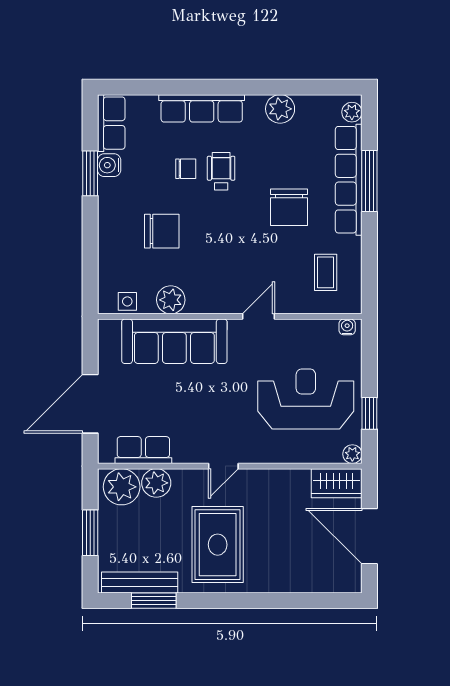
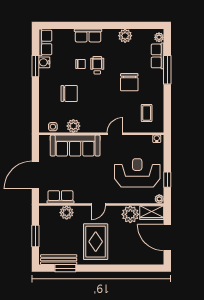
row of seats: (202, 108) -> (88, 35), width x0.68
row of seats: (349, 180) -> (158, 56), width x0.50
plant: (122, 487) -> (130, 214), moved

